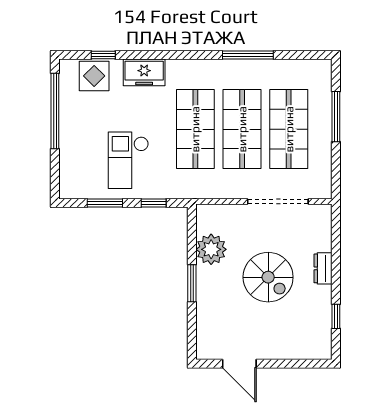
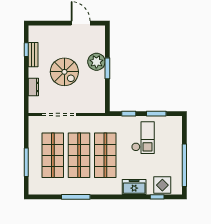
plant: (211, 249) -> (96, 62), moved
dresser: (323, 268) -> (33, 87), moved
spiral stairs: (268, 277) -> (64, 72), turned 180
bench: (324, 308) -> (33, 55), added

